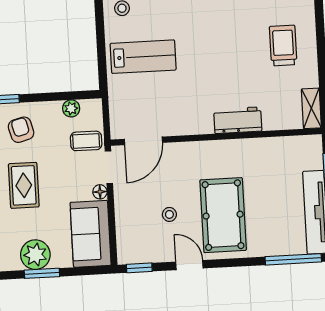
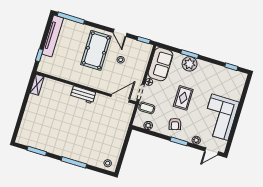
trolley: (283, 46) -> (39, 119), removed
lab bench: (143, 57) -> (106, 137), removed
workbench: (238, 120) -> (83, 95), moved

